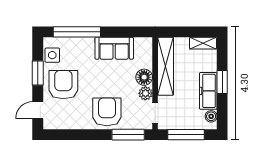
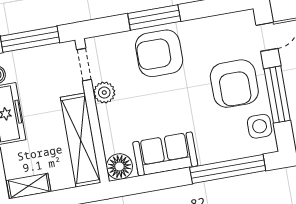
window: (38, 73) -> (277, 95), width x1.44
floor lamp: (144, 77) -> (119, 167), moved
armchair: (107, 112) -> (159, 53), turned 90
window: (128, 135) -> (154, 17), moved

